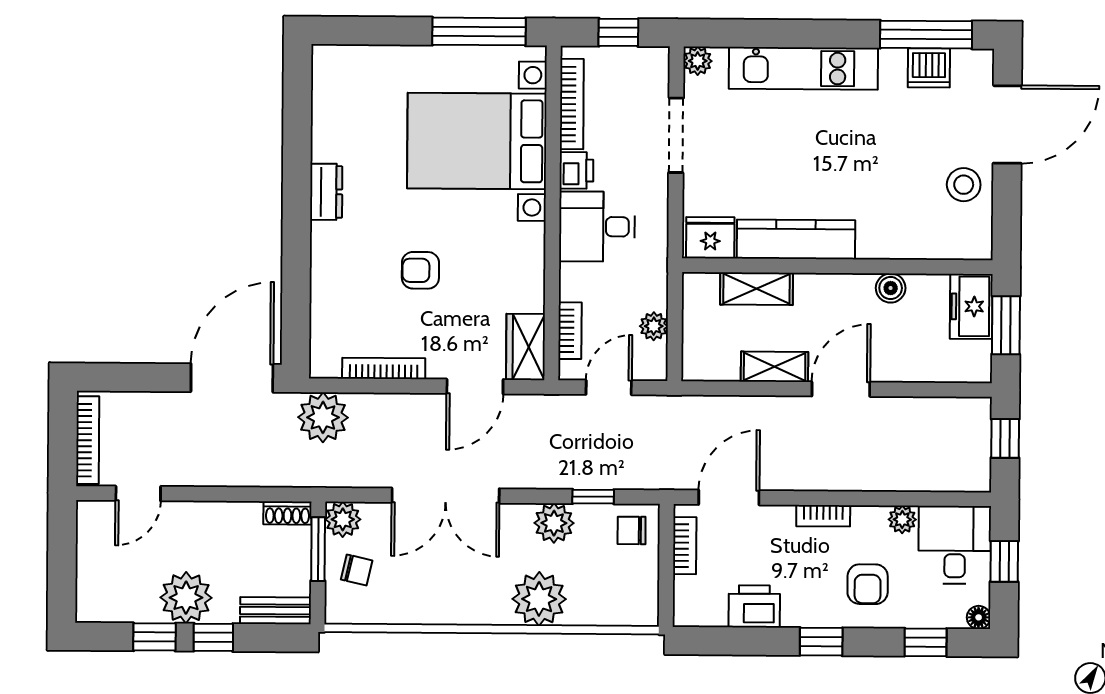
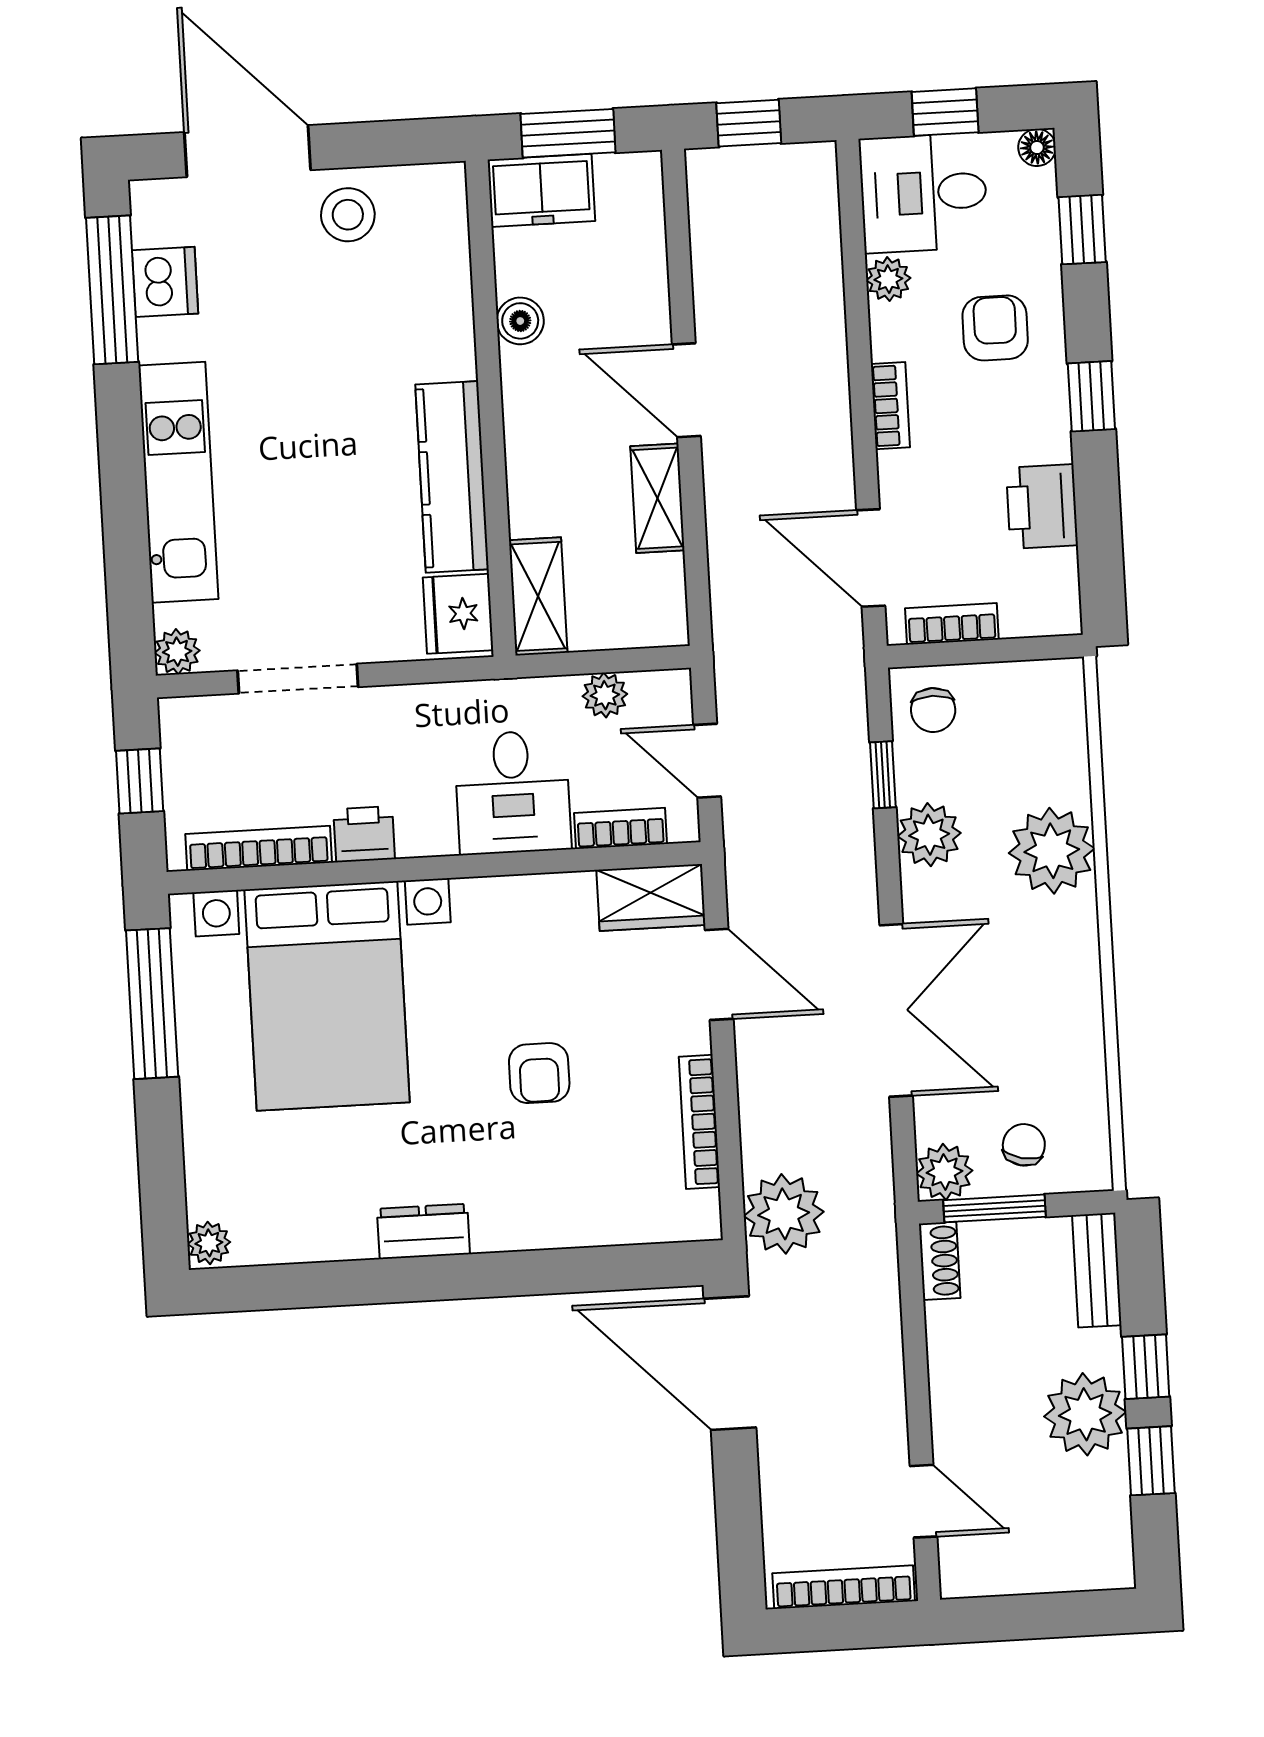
plant: (327, 57) -> (209, 1243), added
desk: (597, 227) -> (513, 792), moved
shelving: (757, 289) -> (538, 596), moved
armchair: (868, 584) -> (995, 328), turned -90

